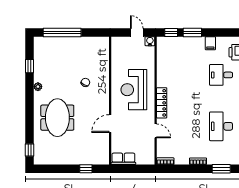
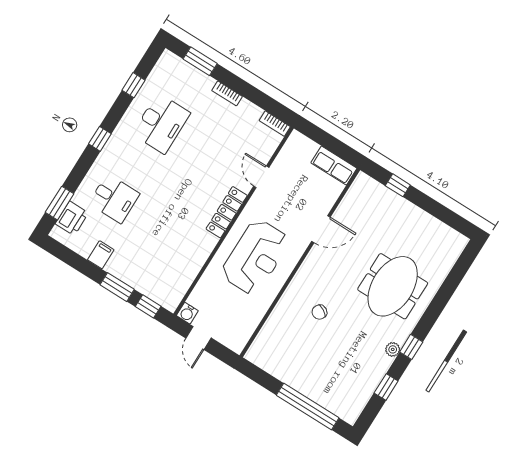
window: (30, 150) -> (411, 347), moved

